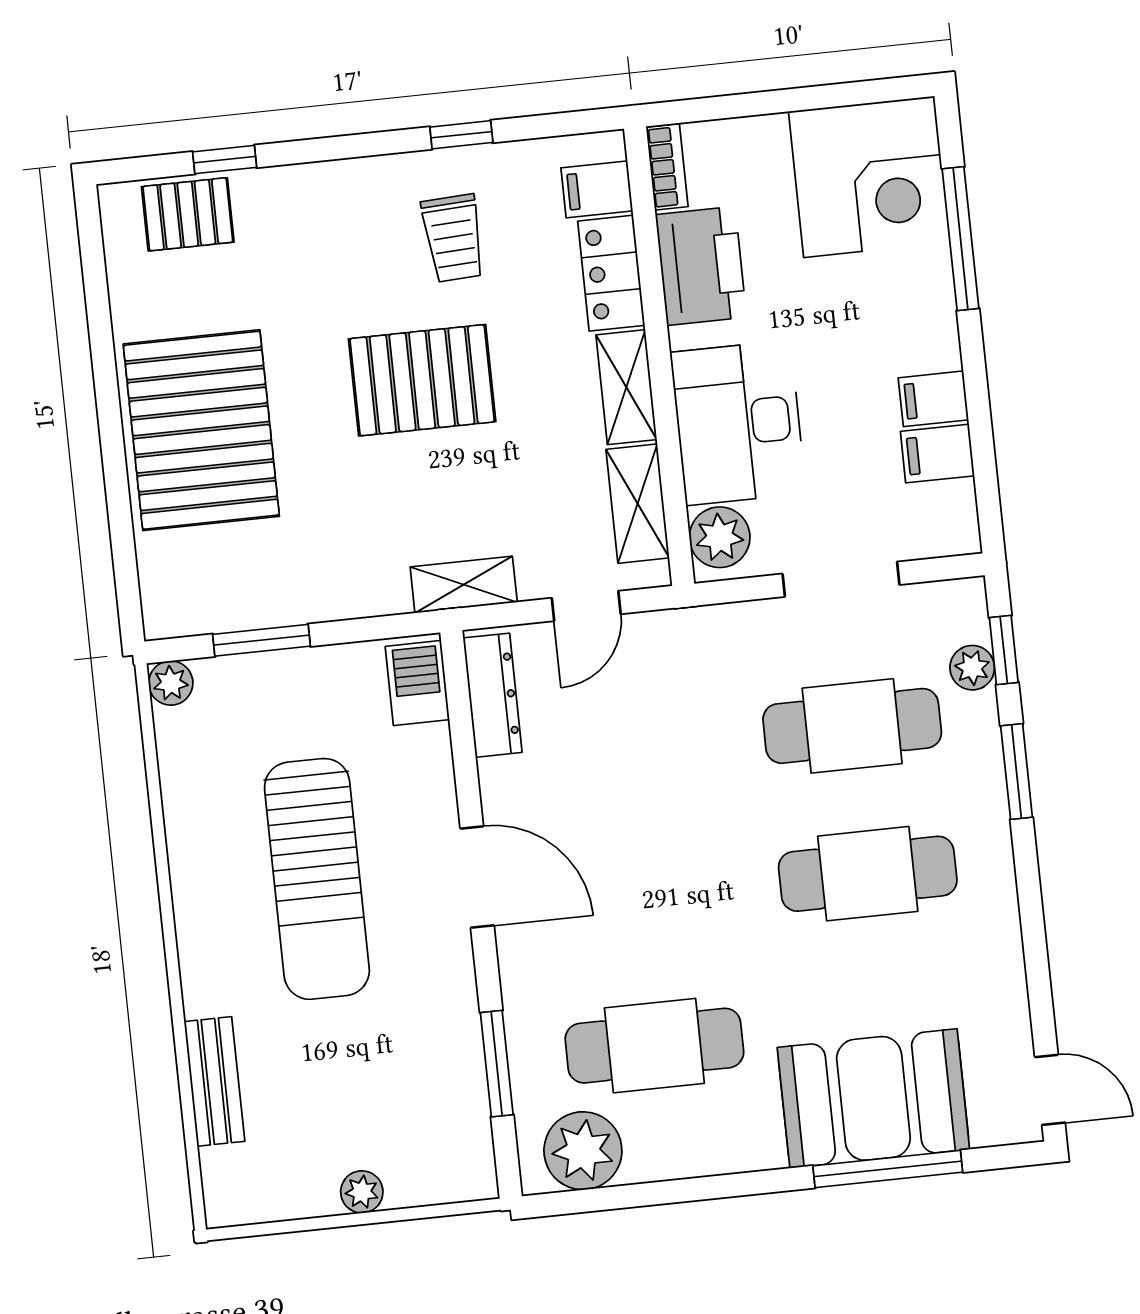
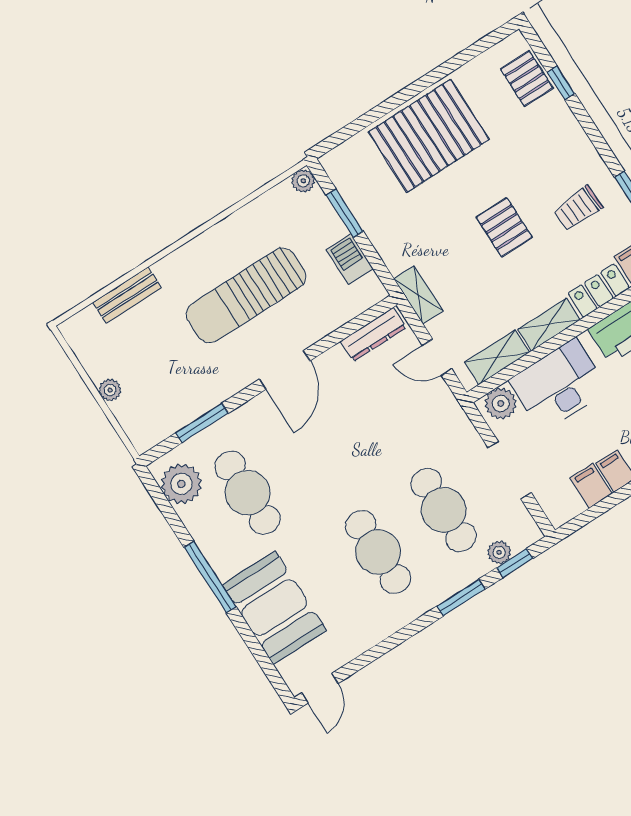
pallet: (422, 380) -> (504, 227), width x0.67, depth x0.71
barbecue: (417, 683) -> (350, 259), moved, turned -90
window: (888, 1169) -> (210, 577), moved

